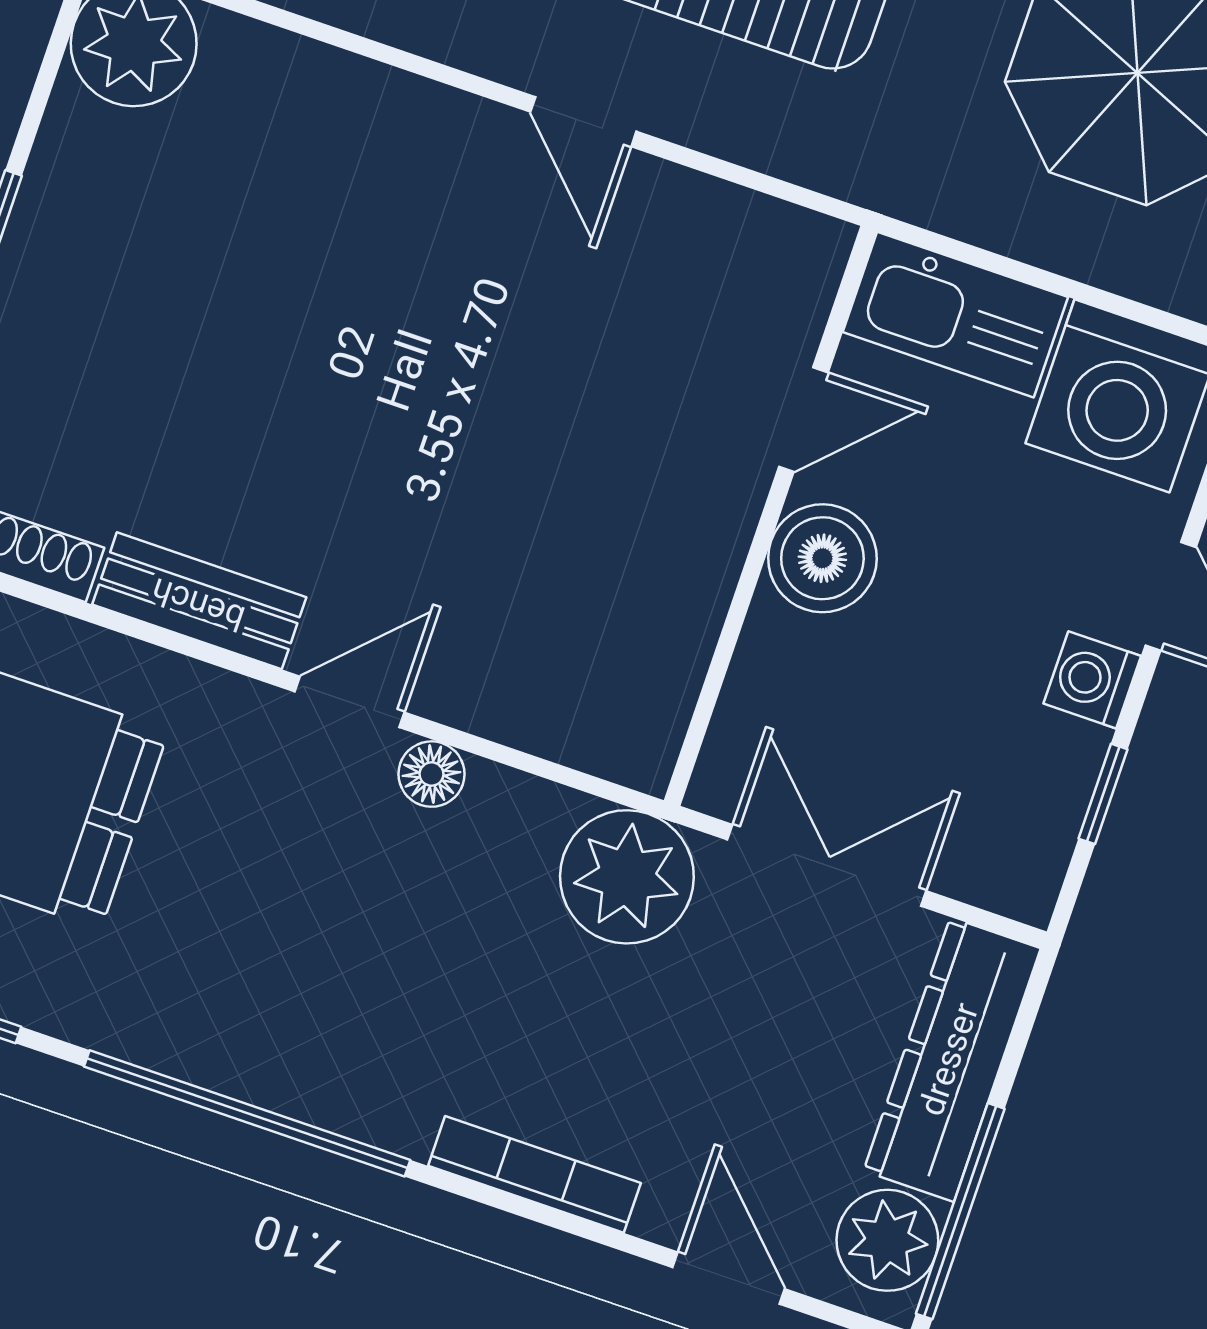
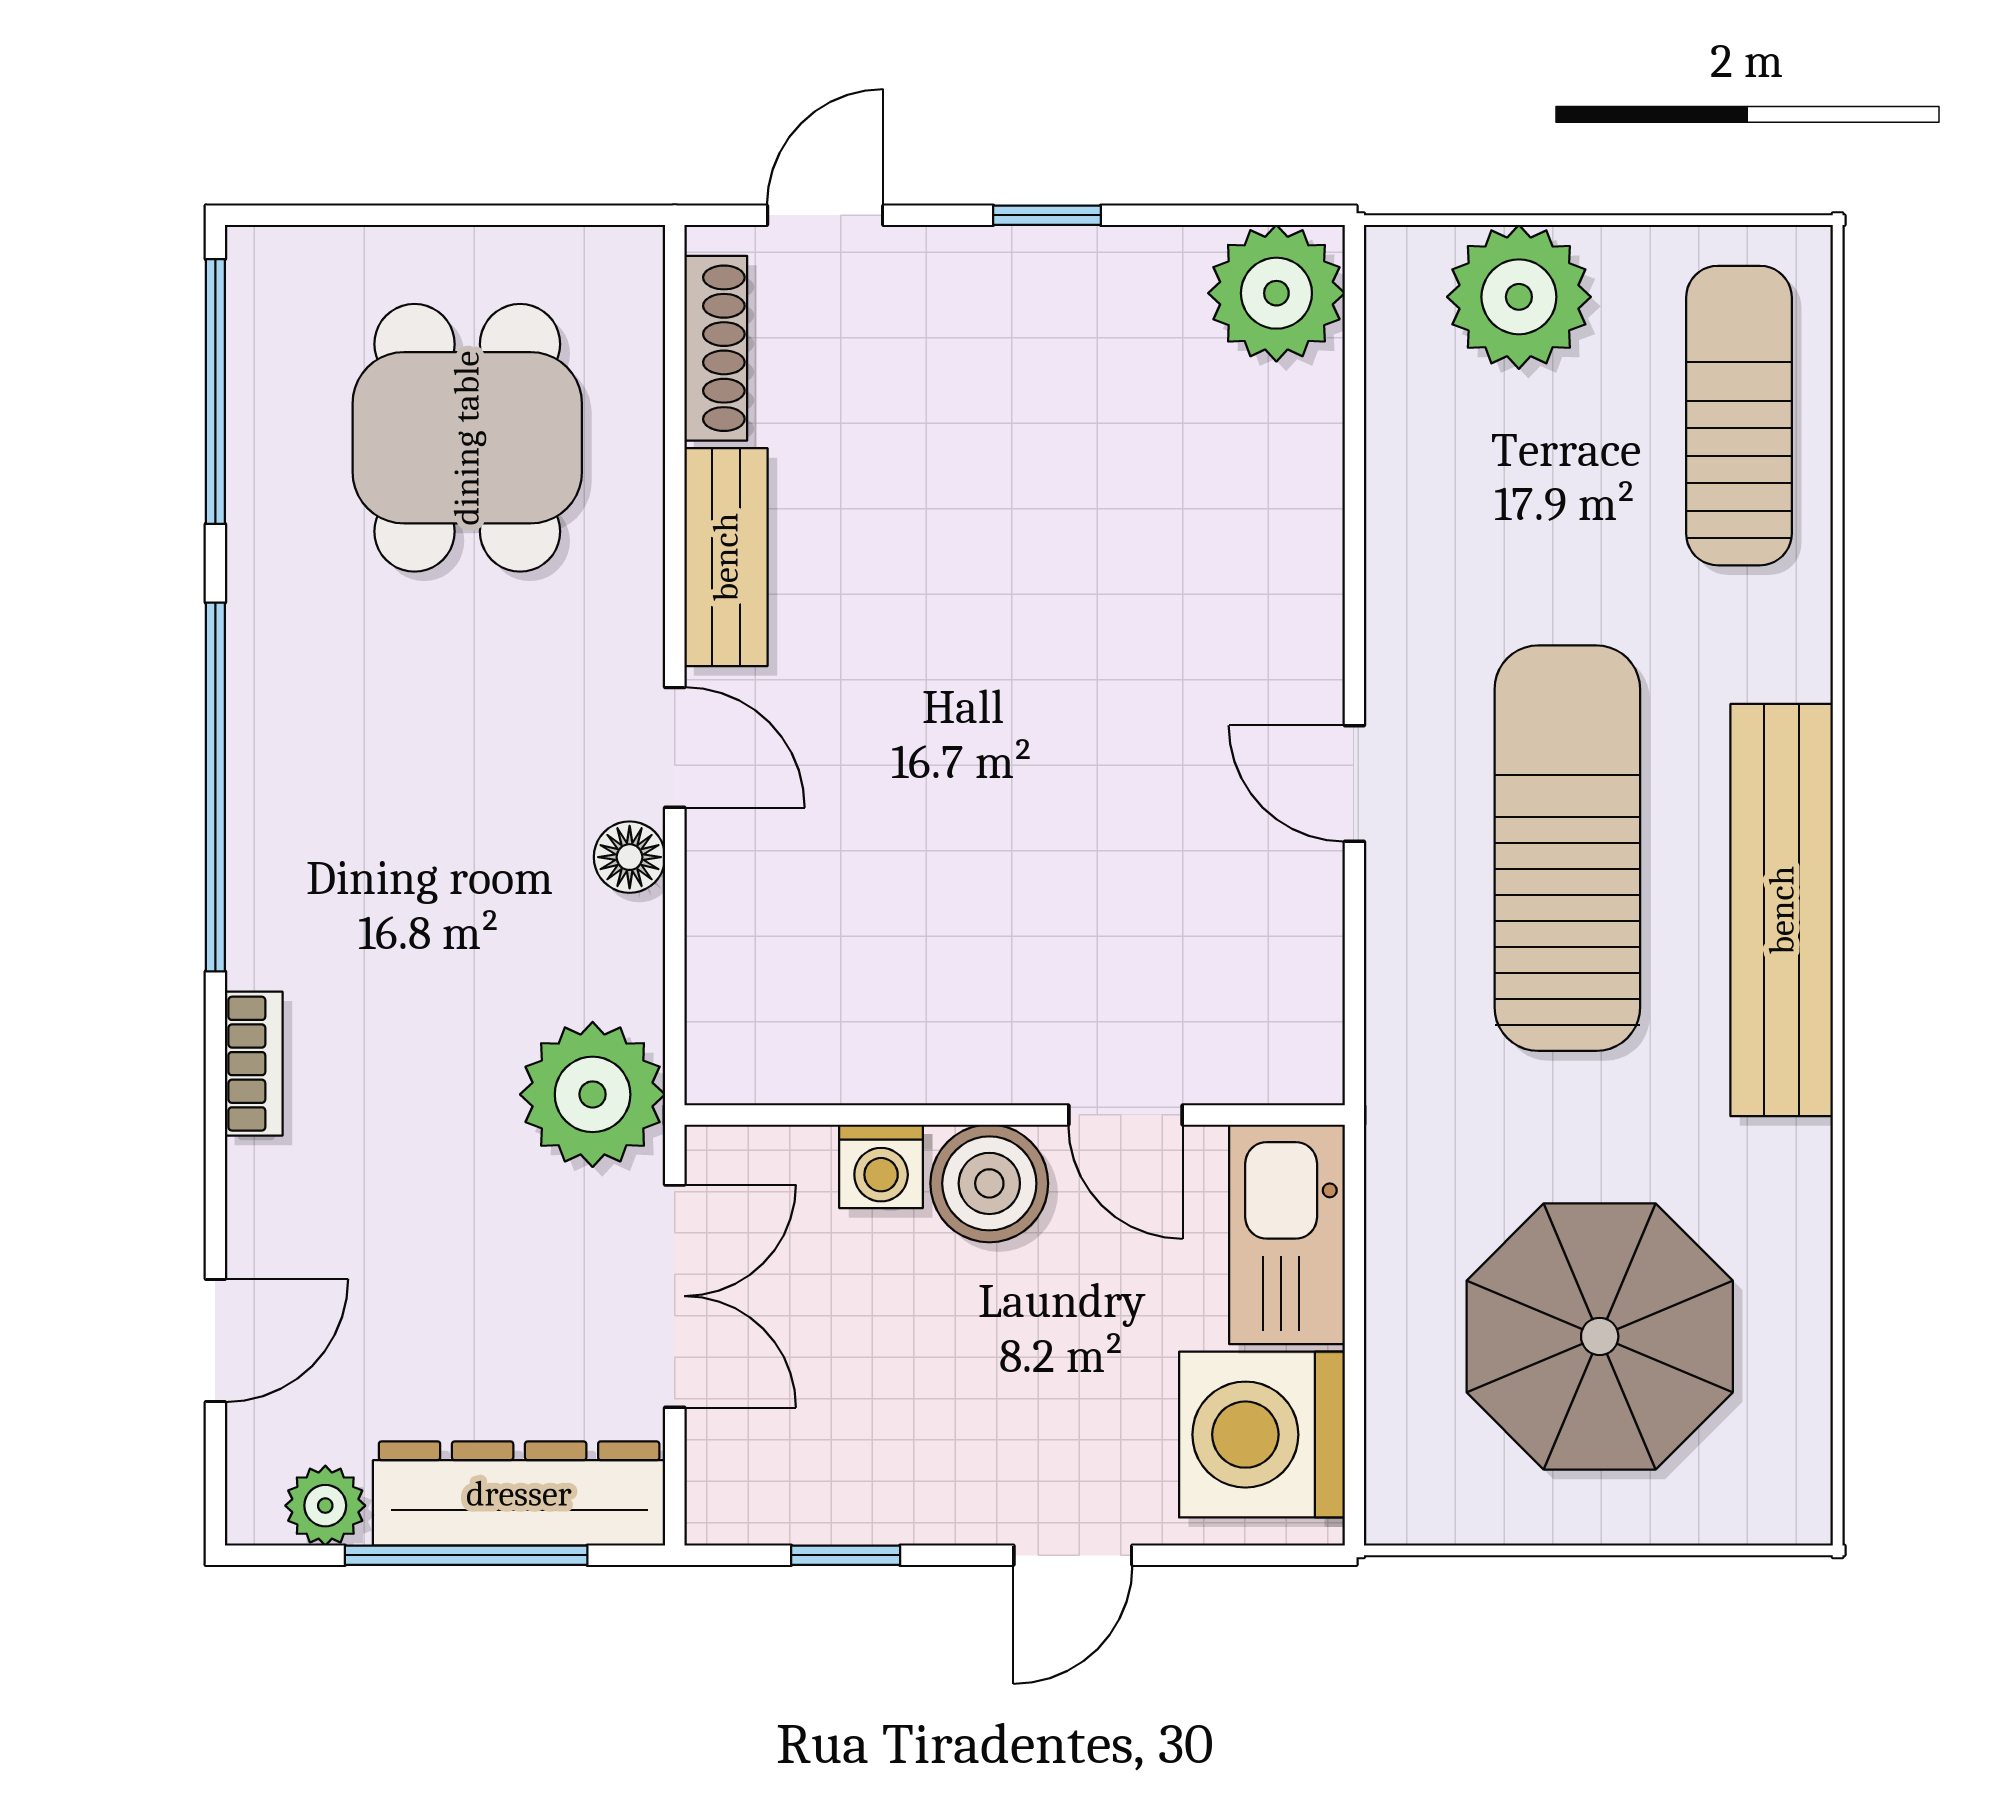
door: (583, 122) -> (1354, 784), hinge flipped
washing machine: (1092, 680) -> (881, 1166), moved, turned 180
bookcase: (534, 1174) -> (254, 1064), width x0.64
window: (960, 1211) -> (466, 1555), moved
plant: (887, 1240) -> (325, 1506), width x0.73, depth x0.73

